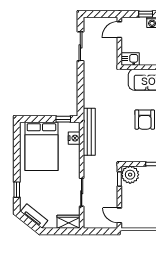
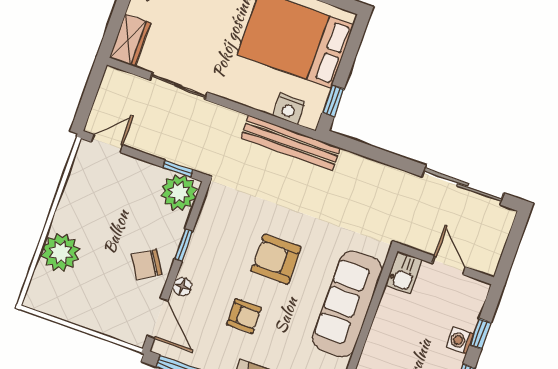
door: (119, 30) -> (449, 265), moved
sliding door: (80, 46) -> (463, 185), width x1.37

